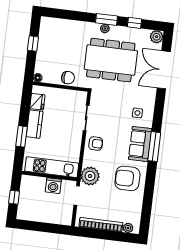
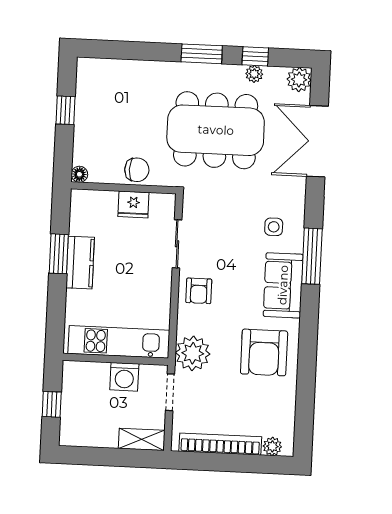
plant: (105, 29) -> (254, 74), moved
fridge: (37, 102) -> (133, 204), moved, turned 90
window: (22, 136) -> (59, 254), moved
armchair: (96, 144) -> (199, 291), turned 90
window: (154, 147) -> (312, 256), moved
armchair: (127, 178) -> (264, 352), turned -90
shelving: (60, 219) -> (142, 439), added

